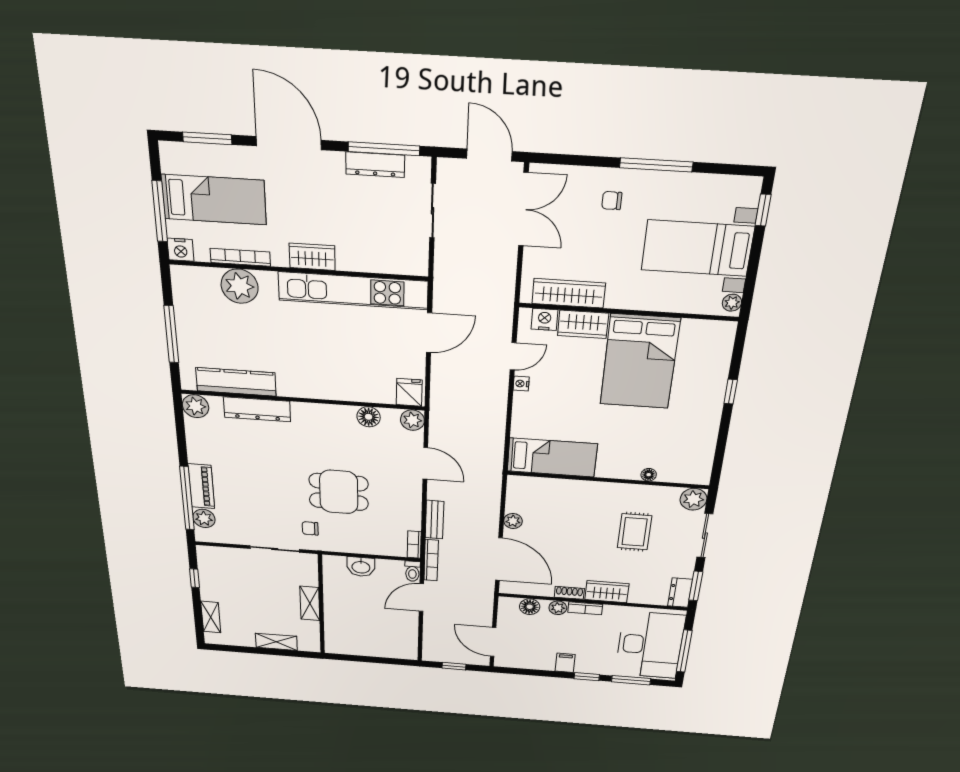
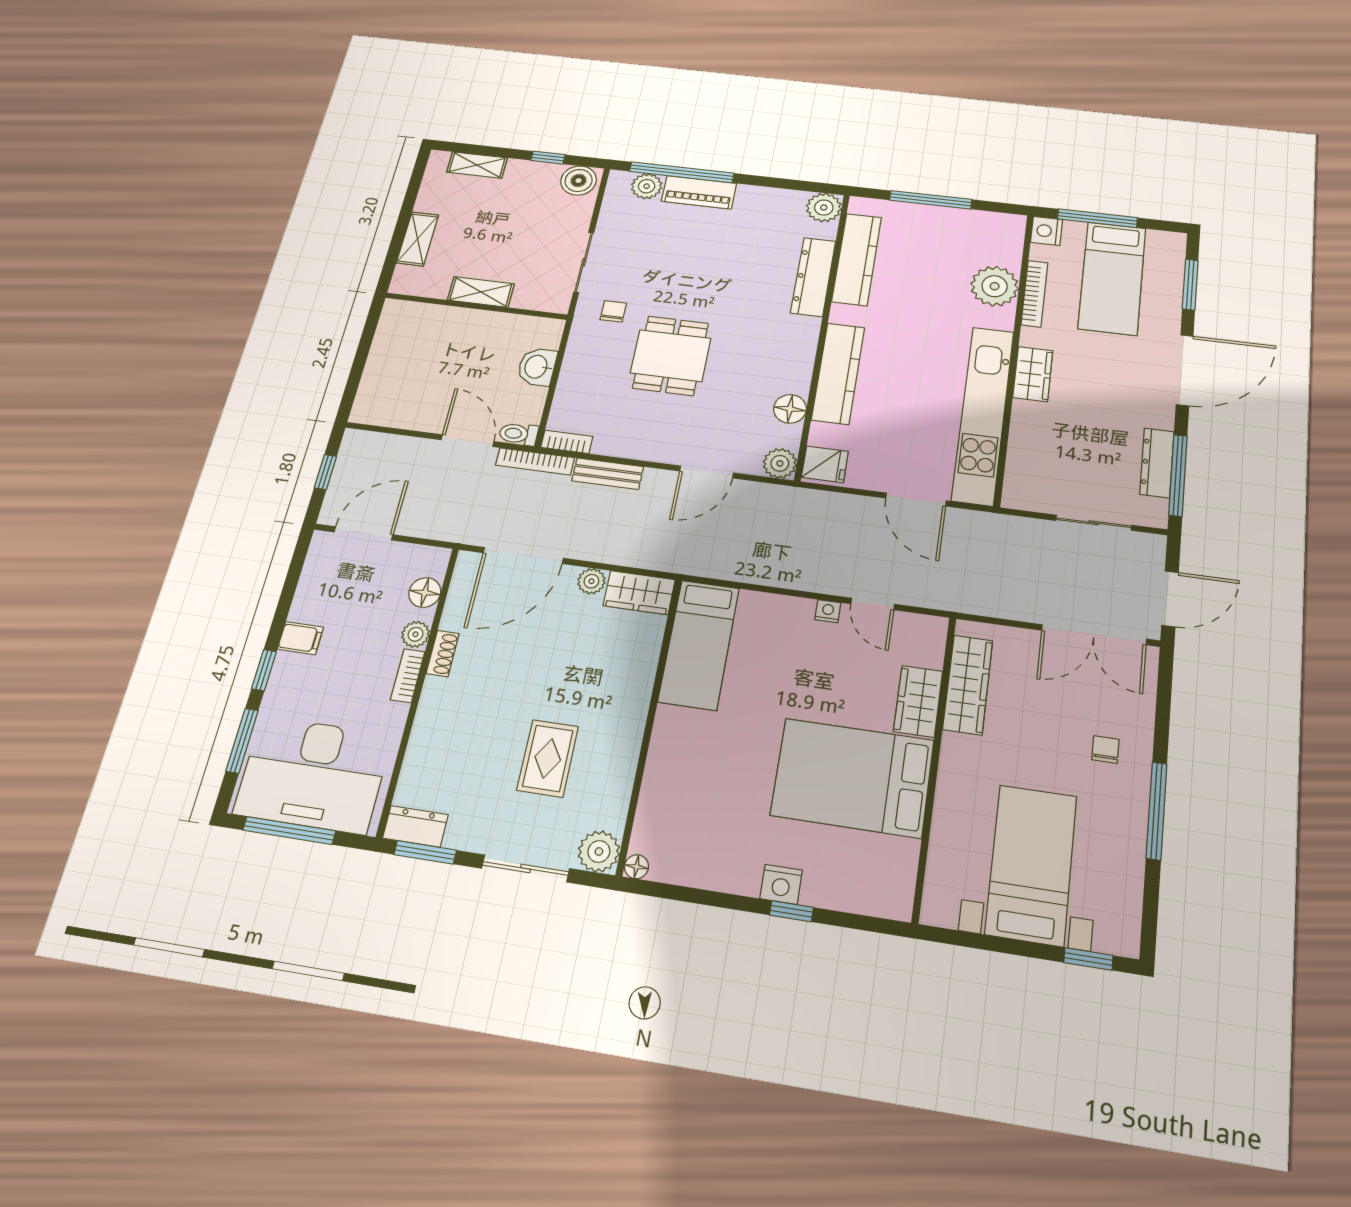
plant: (732, 303) -> (943, 914), removed
nightstand: (545, 319) -> (781, 884), moved, turned 90
kitchen counter: (335, 388) -> (838, 373), added
floor lamp: (649, 475) -> (636, 867), moved
rug: (635, 532) -> (548, 758), turned 90
boiler: (209, 559) -> (579, 180), added
wardrobe: (607, 592) -> (639, 593), moved, turned 90

